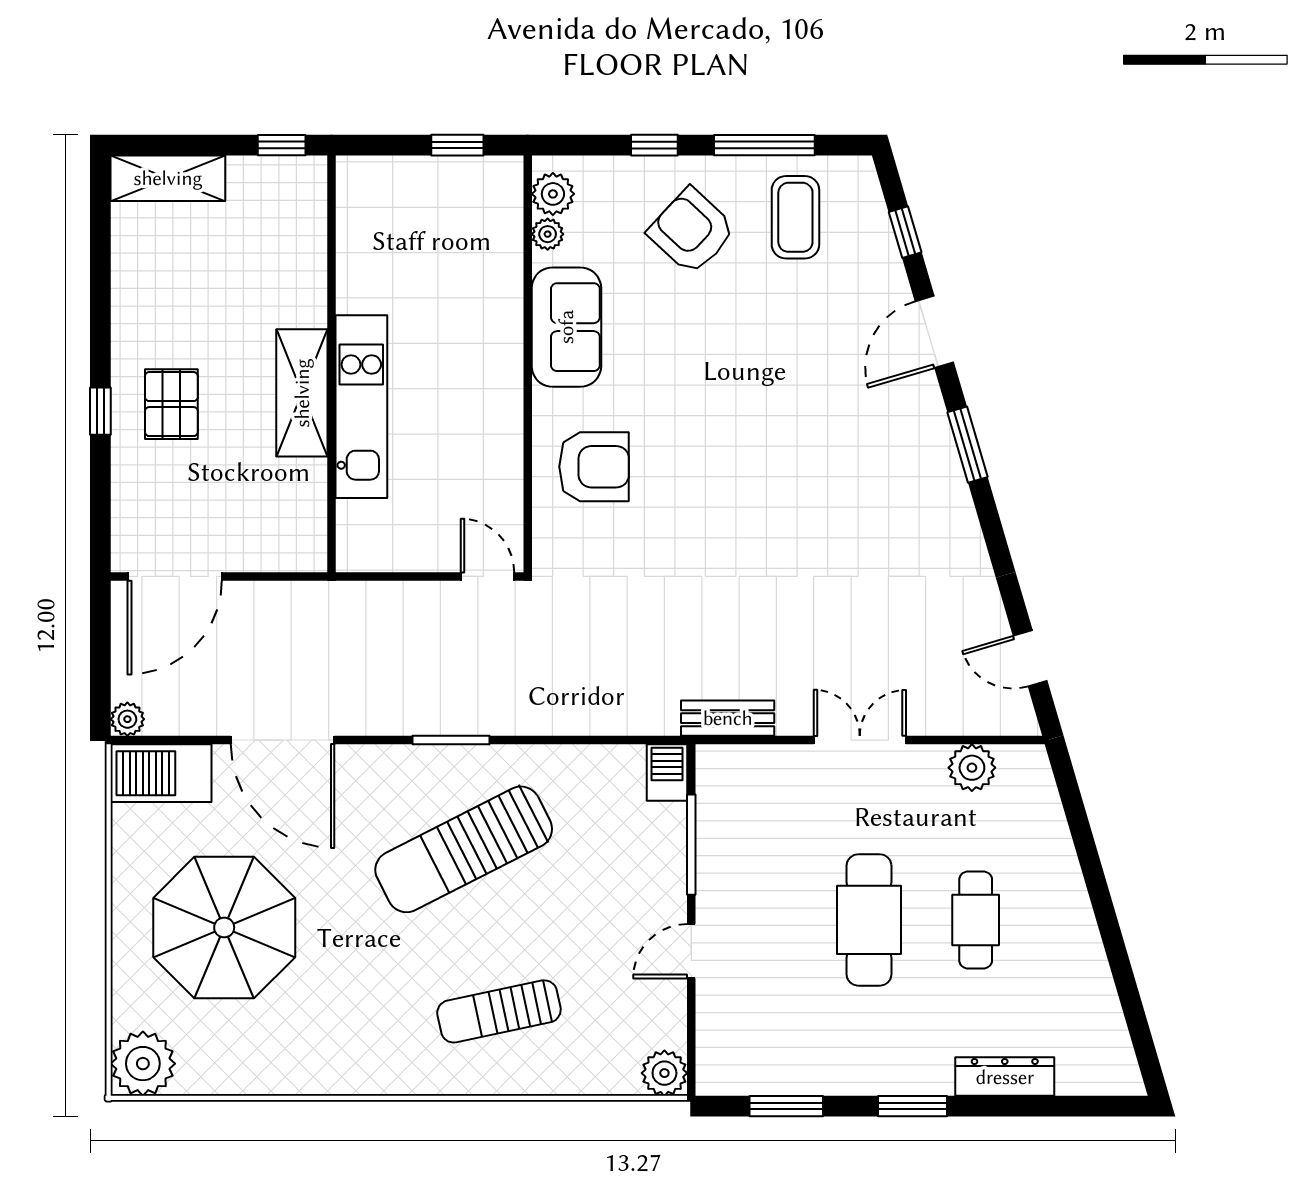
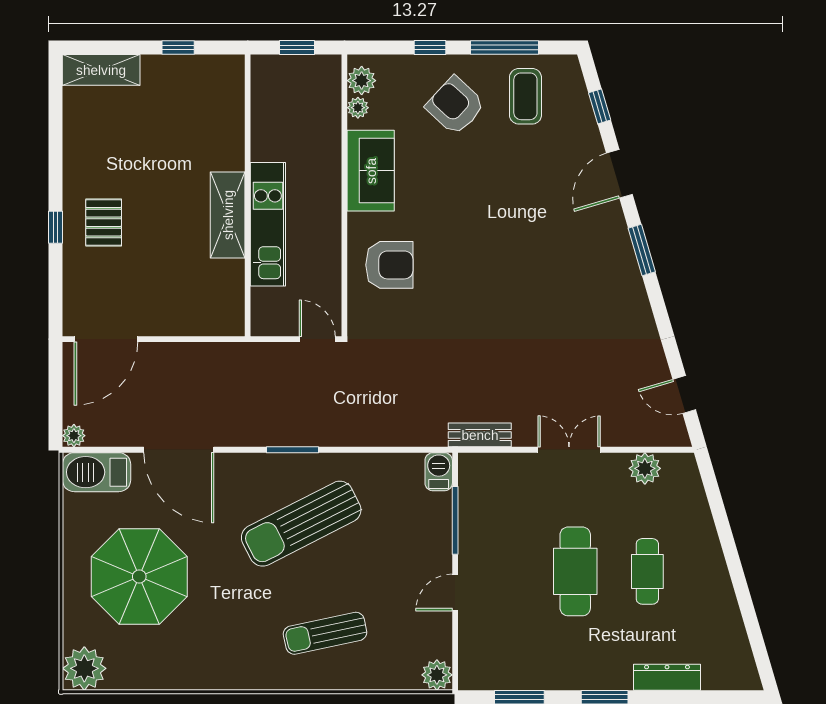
wall: (331, 364) -> (248, 195), moved
shelving: (302, 393) -> (228, 215), moved
kitchen unit: (361, 407) -> (268, 224), moved

